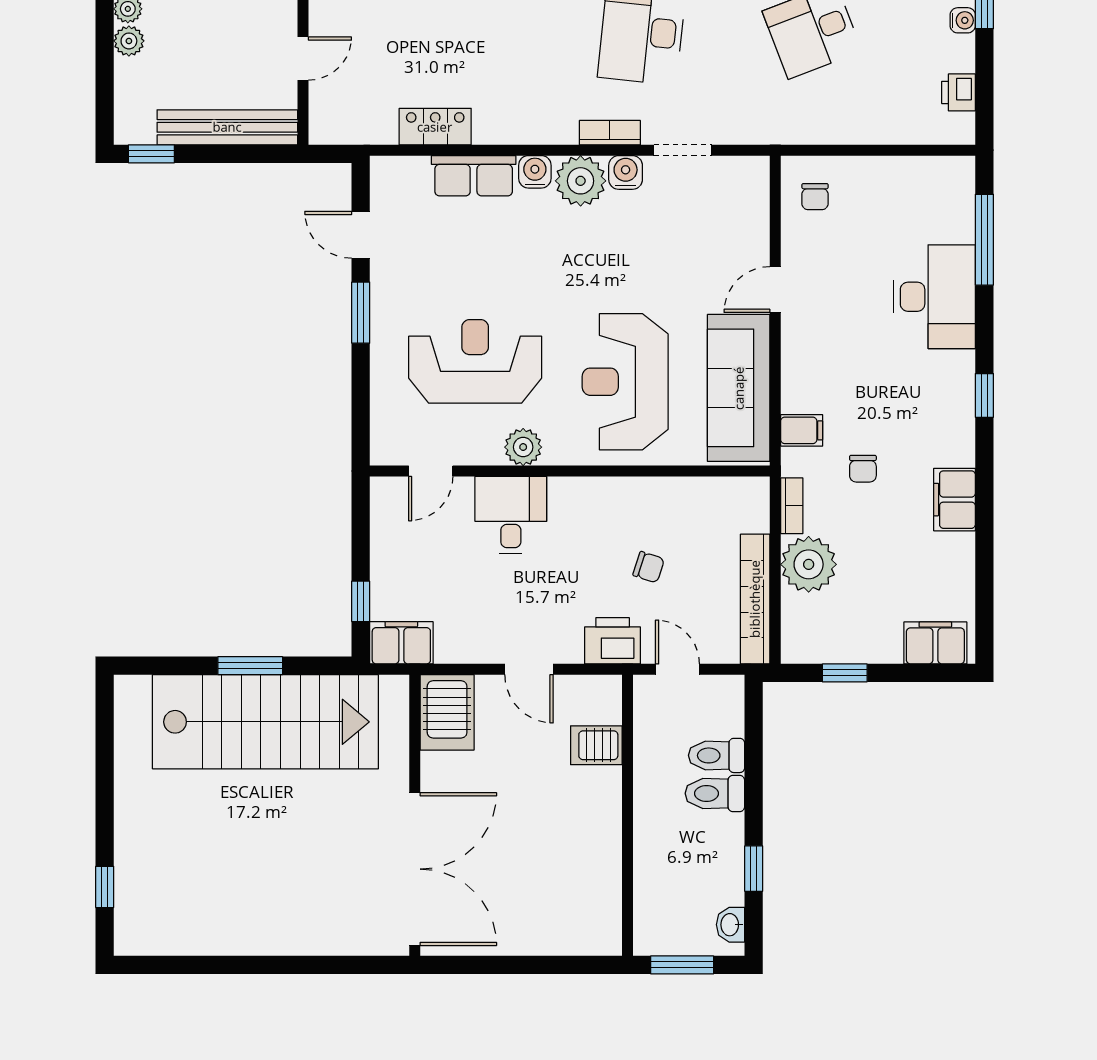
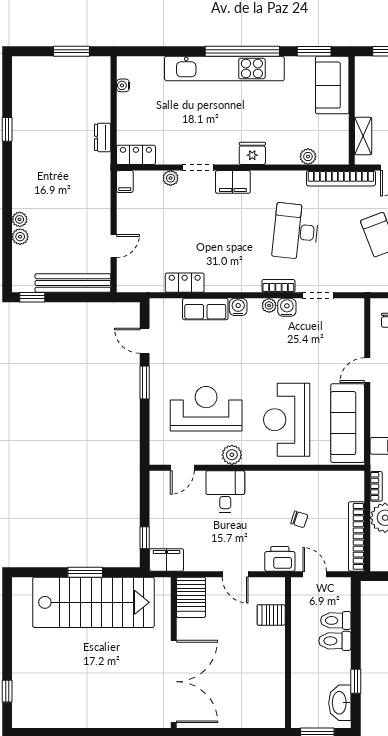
plant: (581, 181) -> (269, 305), width x0.53, depth x0.53
washbasin: (731, 925) -> (340, 703), width x1.91, depth x1.45

